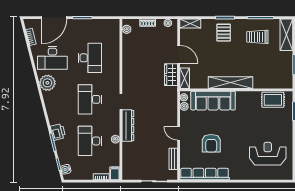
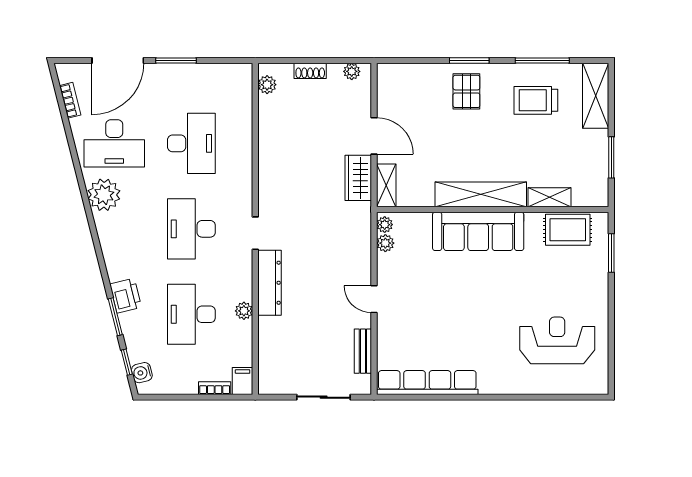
shelving: (190, 24) -> (549, 197), moved
sofa: (213, 101) -> (478, 231), moved
armchair: (211, 143) -> (441, 319), removed

